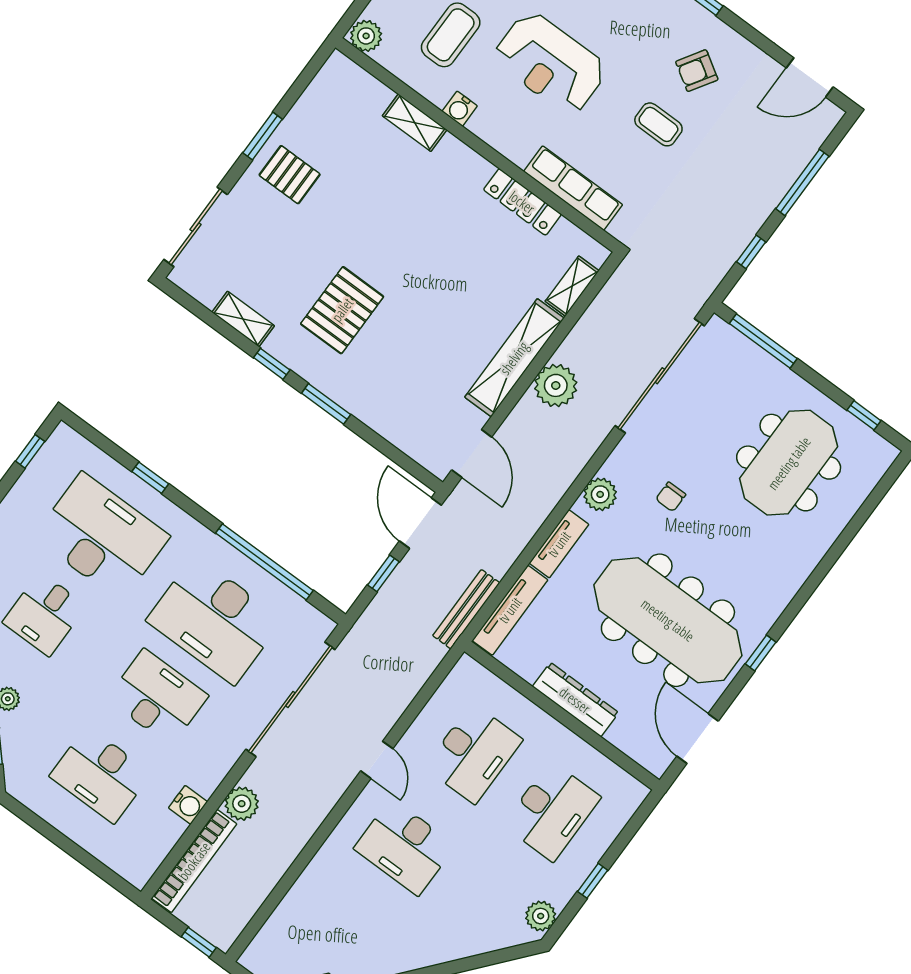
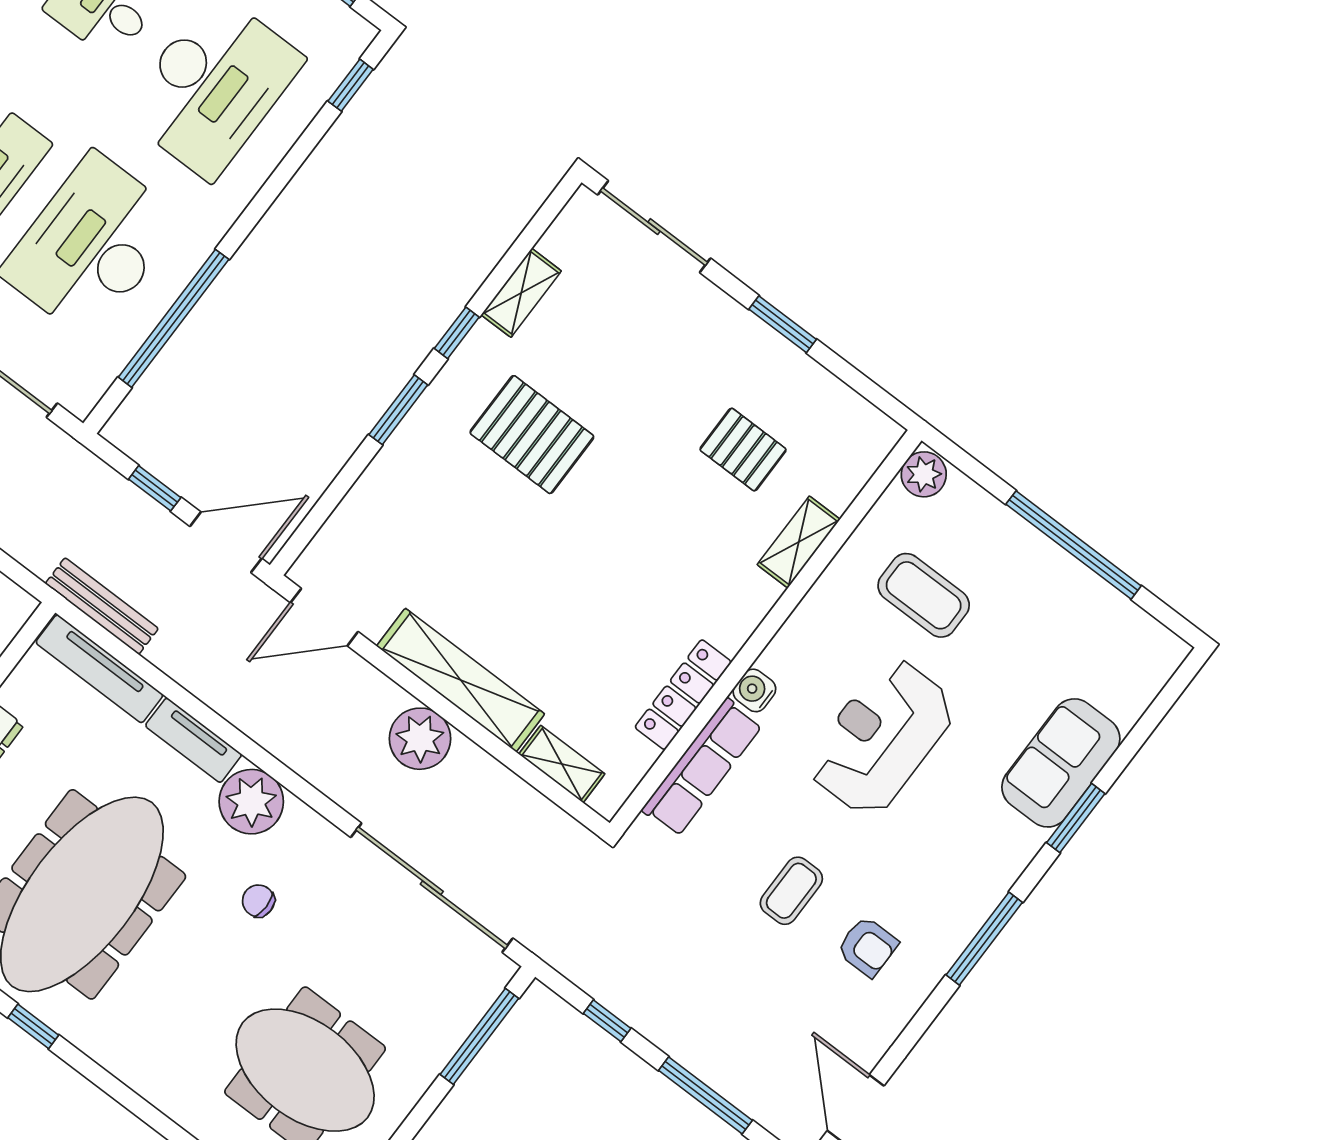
armchair: (697, 71) -> (867, 947), turned 148
water cooler: (460, 109) -> (754, 690), moved
pallet: (290, 175) -> (743, 450), moved, turned 90
window: (150, 478) -> (351, 85), moved
plant: (600, 494) -> (251, 802), width x1.36, depth x1.36

